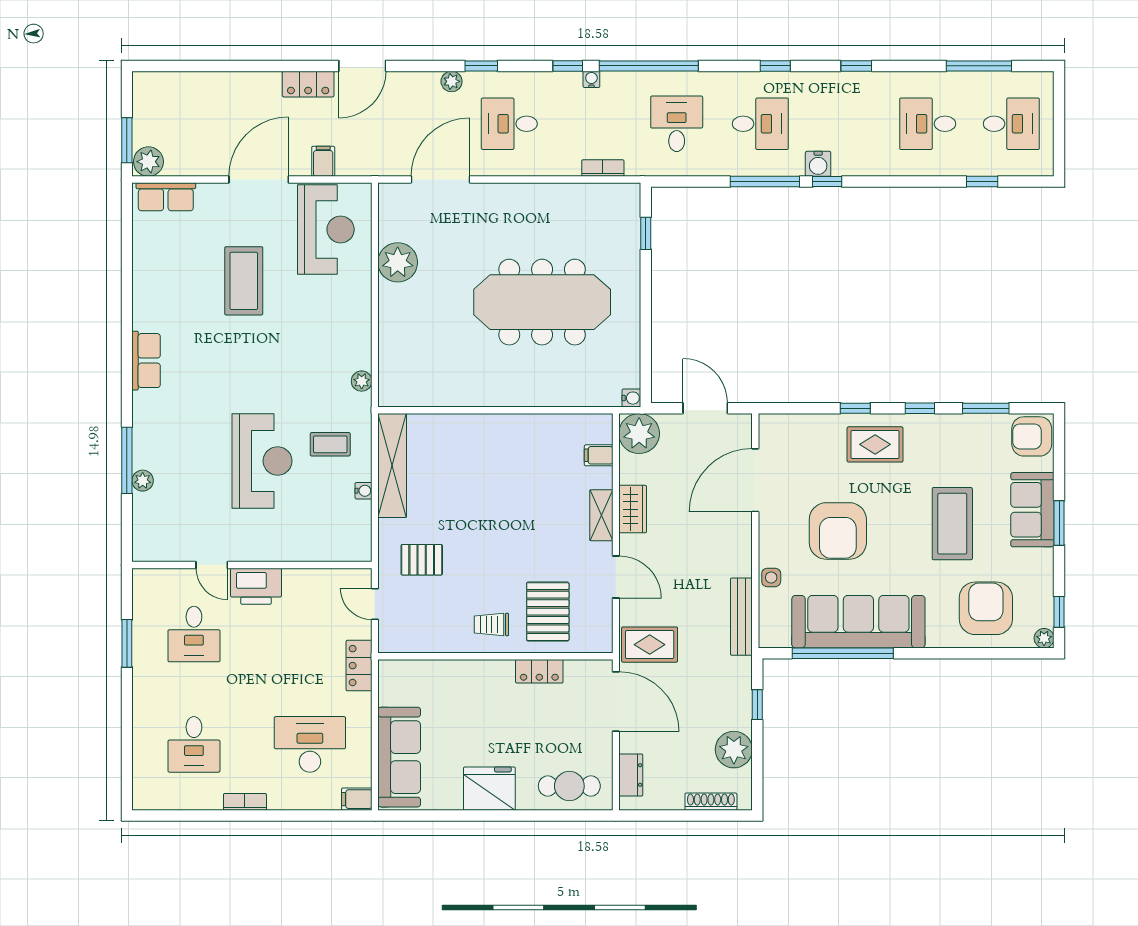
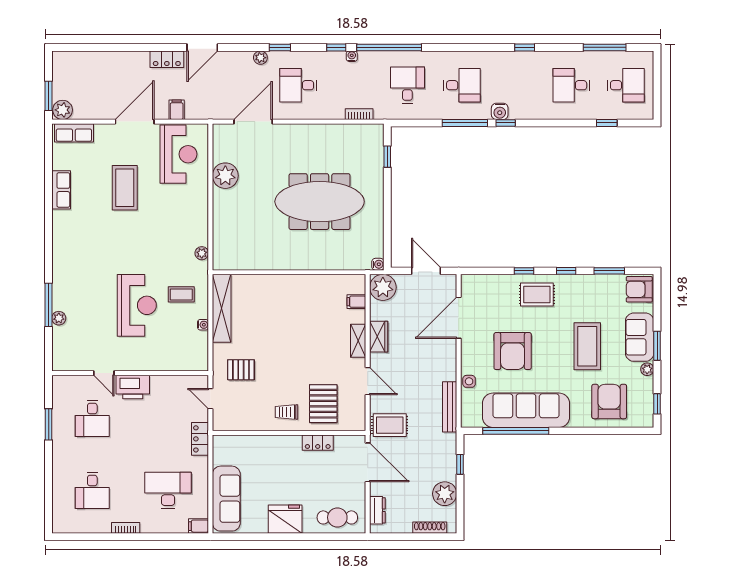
window: (775, 66) -> (472, 47), removed
row of seats: (146, 361) -> (61, 190), moved
plant: (1044, 638) -> (647, 369), moved

